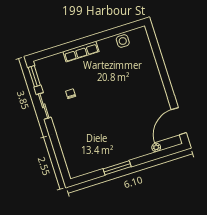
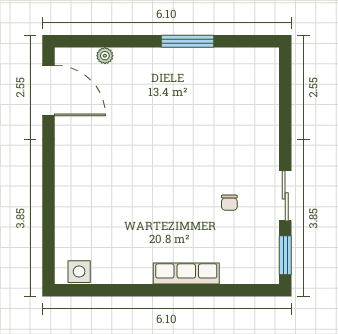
side table: (123, 41) -> (79, 272), moved
door: (179, 121) -> (49, 90), hinge flipped

